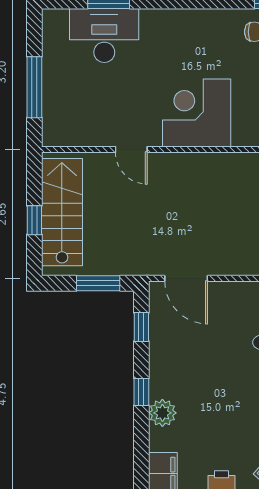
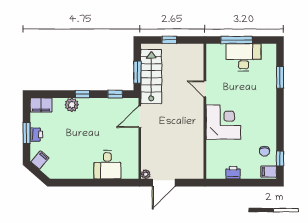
desk: (104, 36) -> (244, 57), moved, turned -90
door: (131, 150) -> (205, 89), hinge flipped
stairs: (62, 212) -> (151, 77), moved, turned -90

